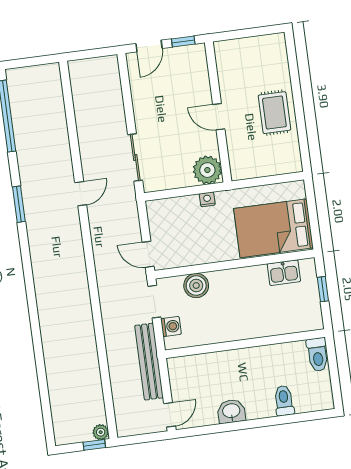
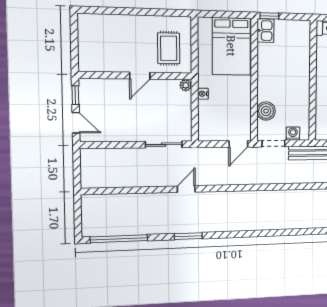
rug: (274, 113) -> (169, 48), moved, turned 90
plant: (207, 170) -> (186, 85), width x0.53, depth x0.53
door: (81, 194) -> (186, 189), hinge flipped
kitchen sink: (284, 273) -> (265, 31), moved
window: (323, 289) -> (269, 16), moved

